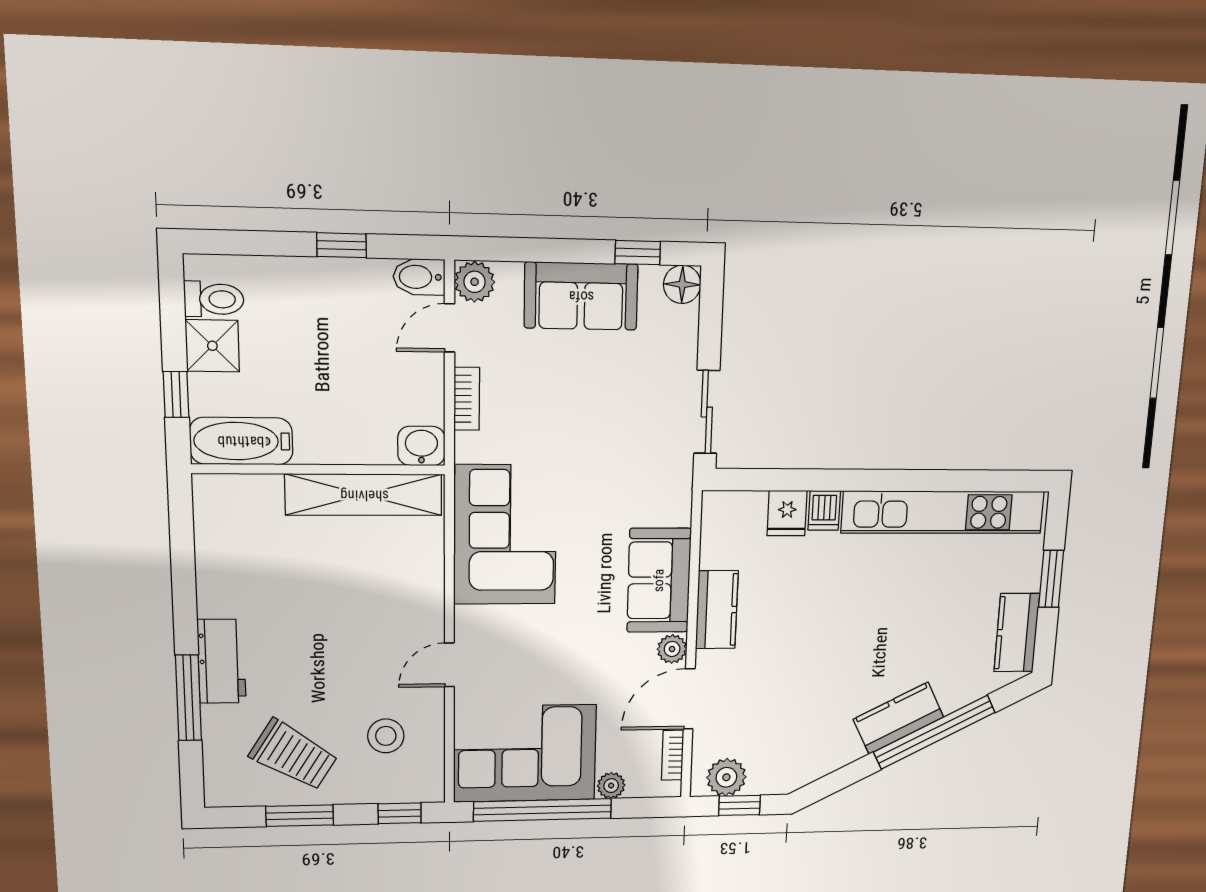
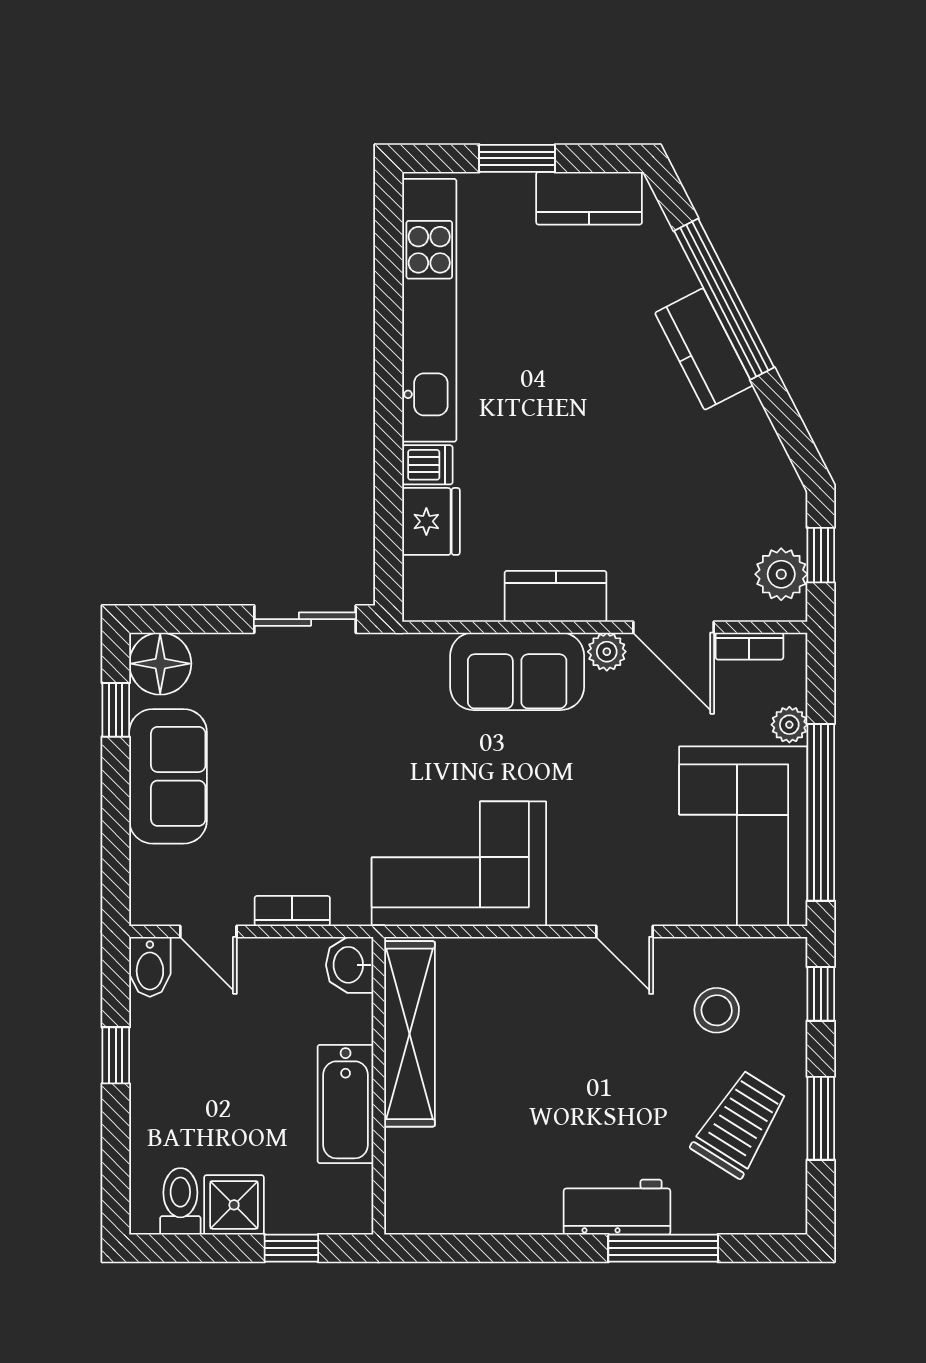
plant: (475, 282) -> (154, 902), removed
floor lamp: (682, 284) -> (160, 664), width x1.38, depth x1.38
bathtub: (241, 441) -> (346, 1104), moved
fridge: (787, 513) -> (431, 521), width x1.38

